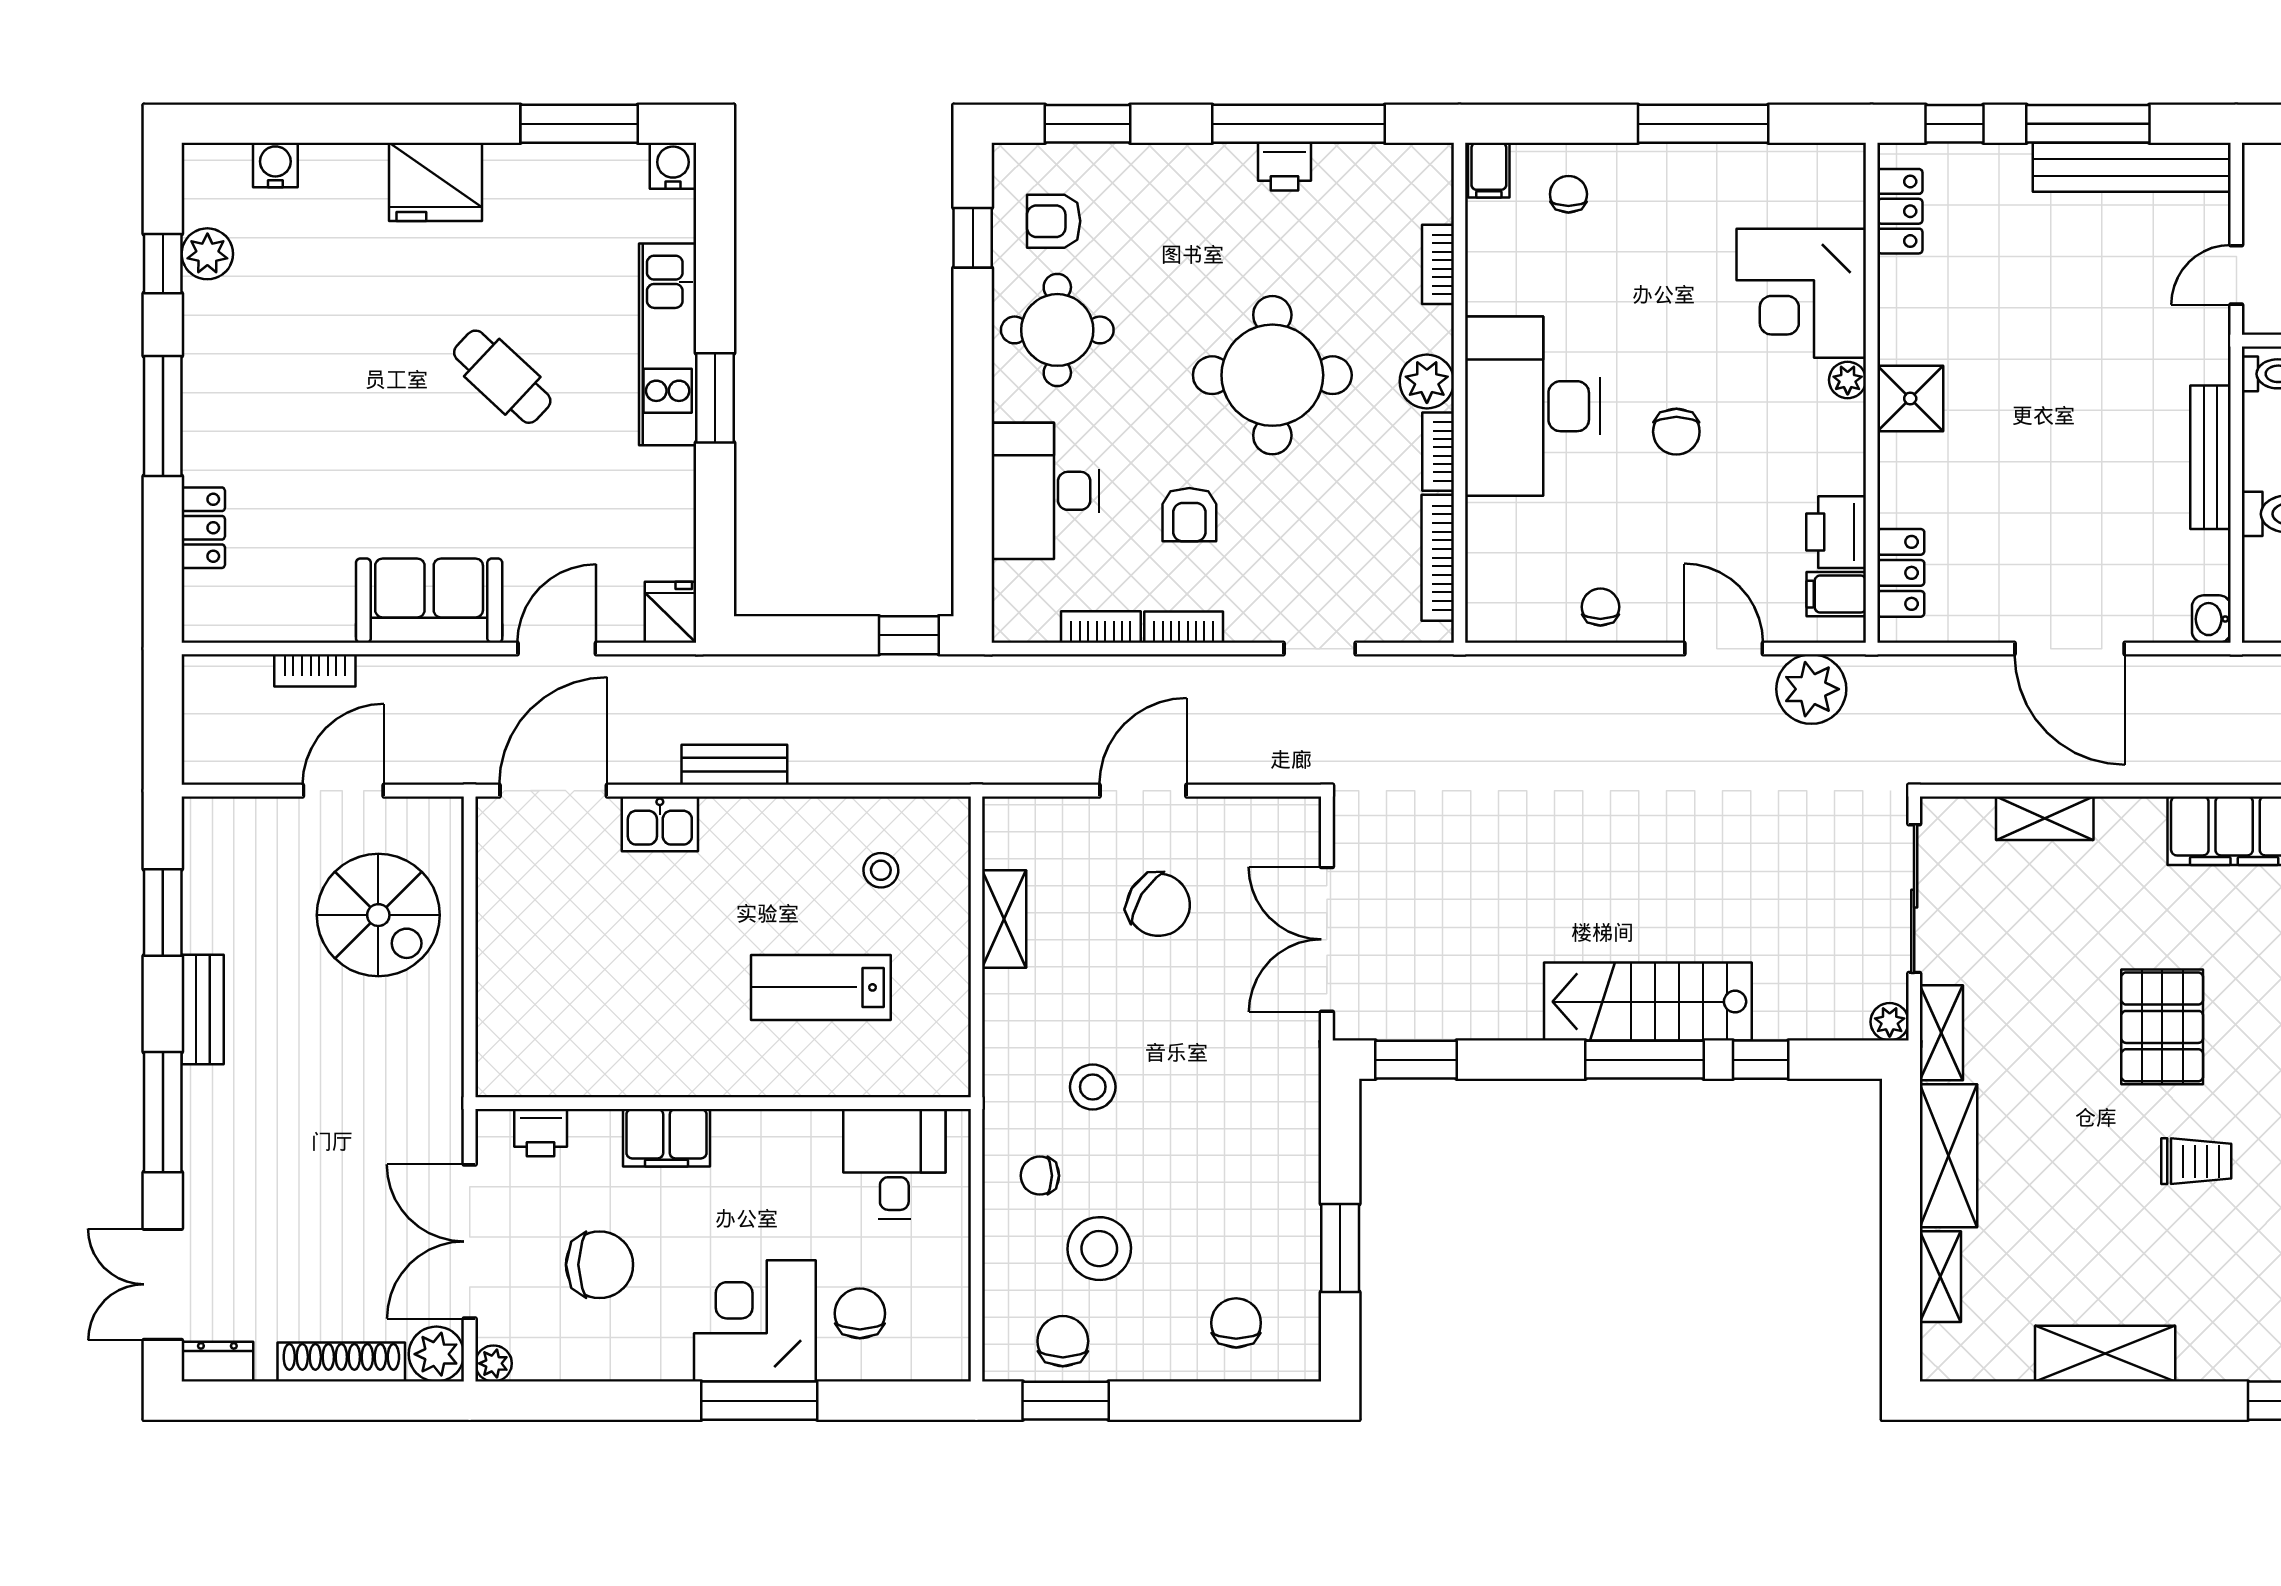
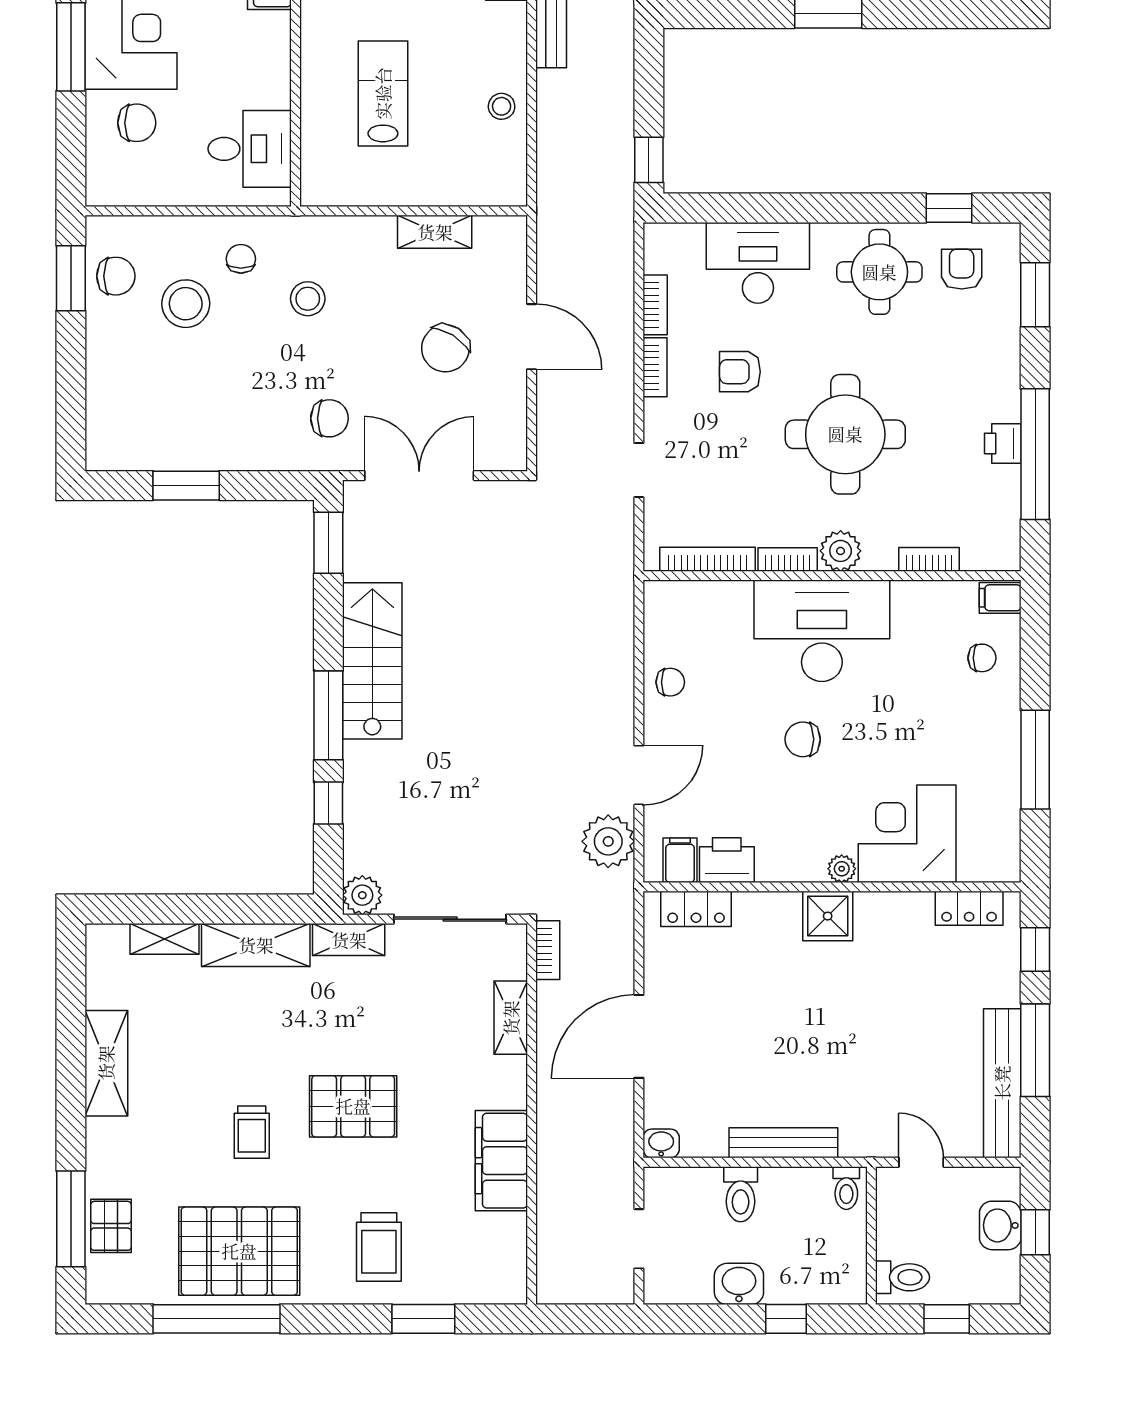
bookcase: (1955, 769) -> (548, 950), added
stool: (881, 870) -> (502, 106), moved
stairs: (1648, 1002) -> (372, 661), moved
plant: (1890, 1022) -> (362, 895), width x1.38, depth x1.38
chair: (1236, 1323) -> (329, 418), moved

